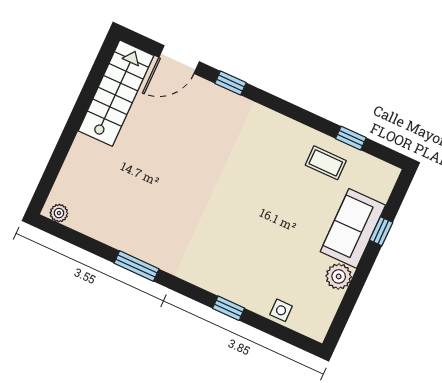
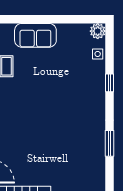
window: (381, 231) -> (30, 19), removed
plant: (339, 276) -> (98, 31), moved

